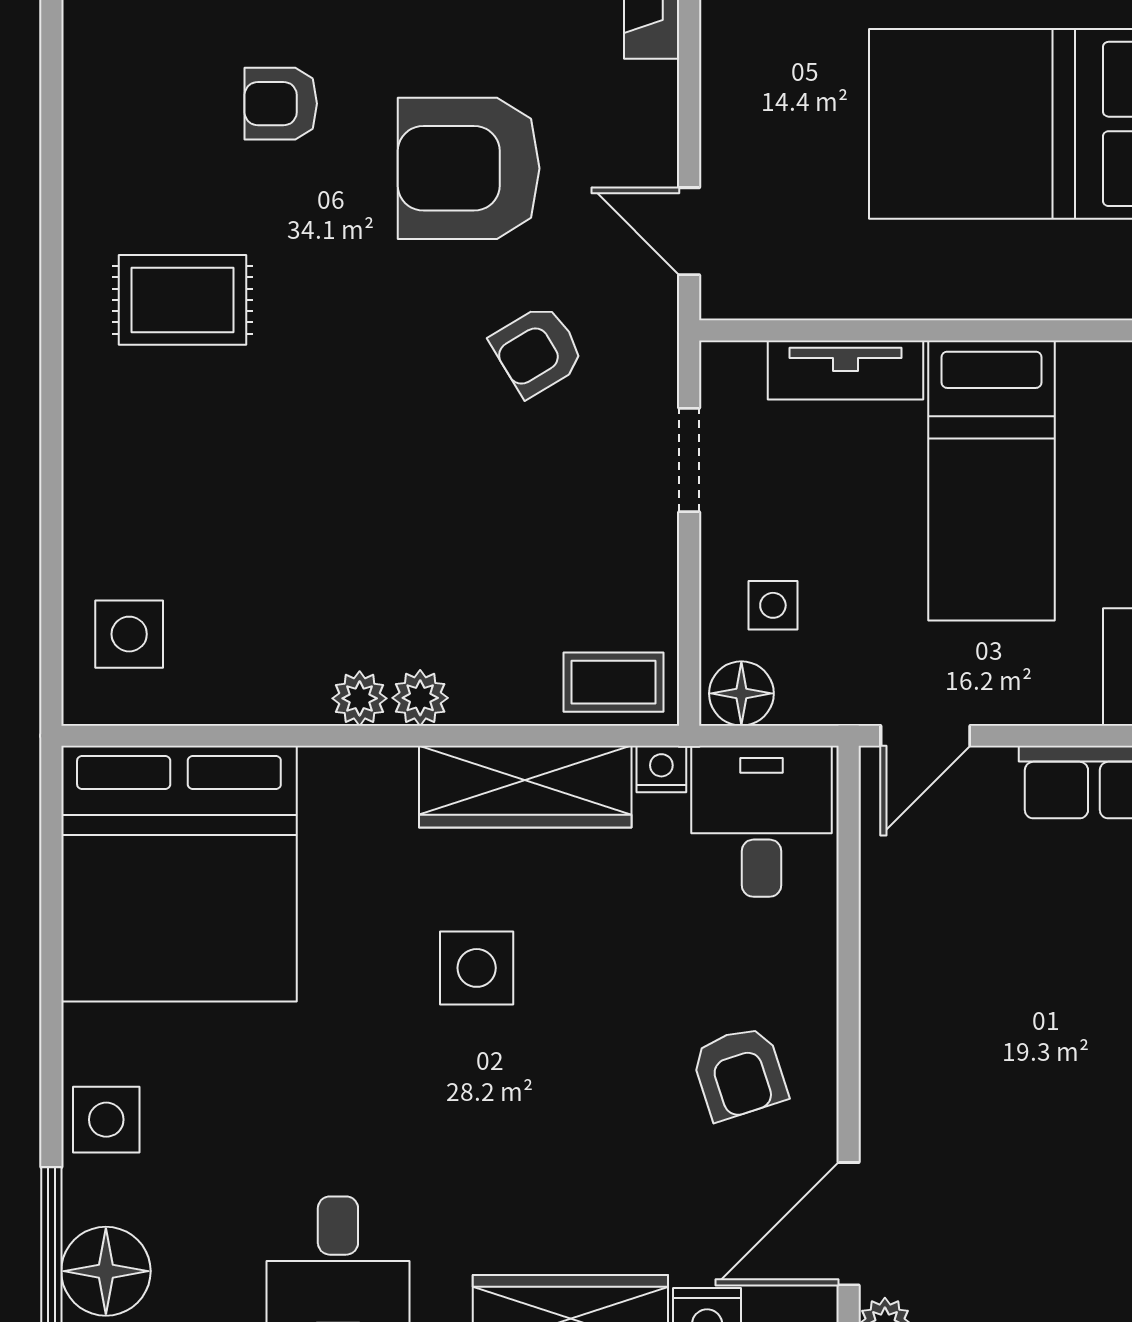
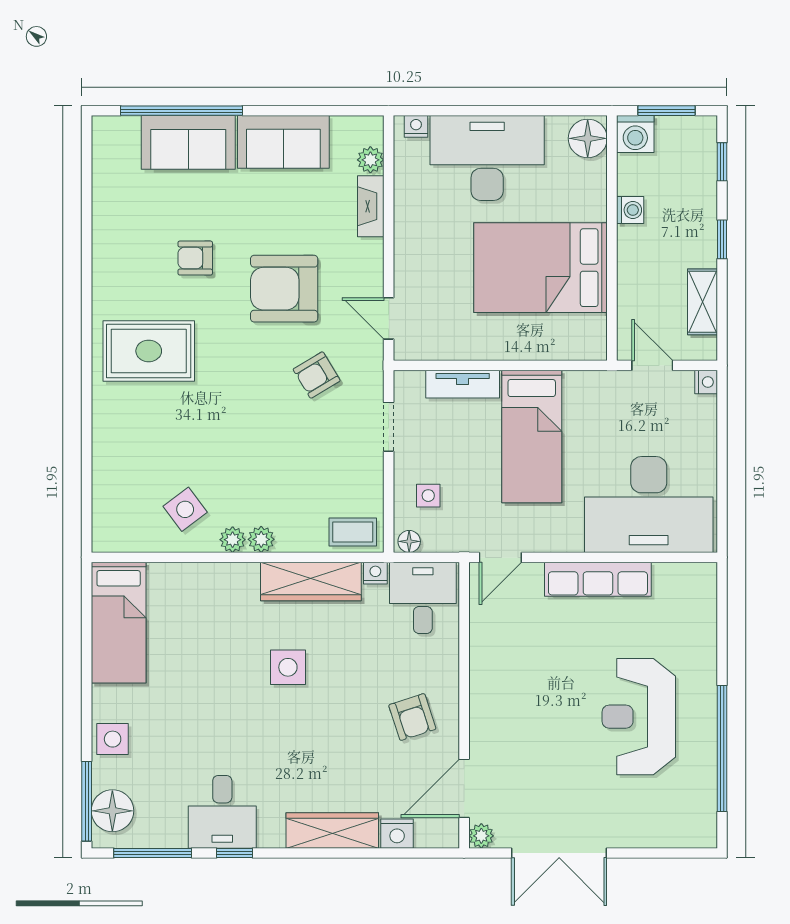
rug: (182, 300) -> (149, 351), width x1.36, depth x1.43
side table: (129, 634) -> (185, 509), moved, turned -37
floor lamp: (741, 693) -> (409, 541), width x0.73, depth x0.73
bed: (179, 874) -> (119, 623), width x0.49

